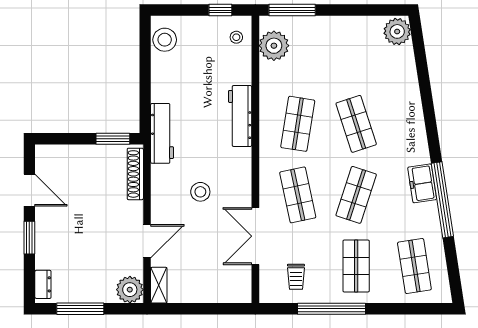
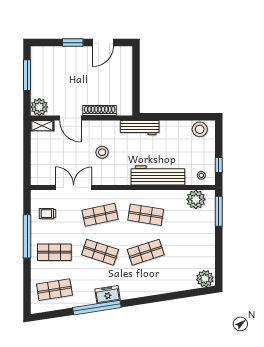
workbench: (240, 116) -> (158, 175), width x1.36, depth x1.32
window: (113, 139) -> (136, 96), removed
shoe rack: (135, 174) -> (100, 110), moved
dresser: (43, 284) -> (43, 51), removed

